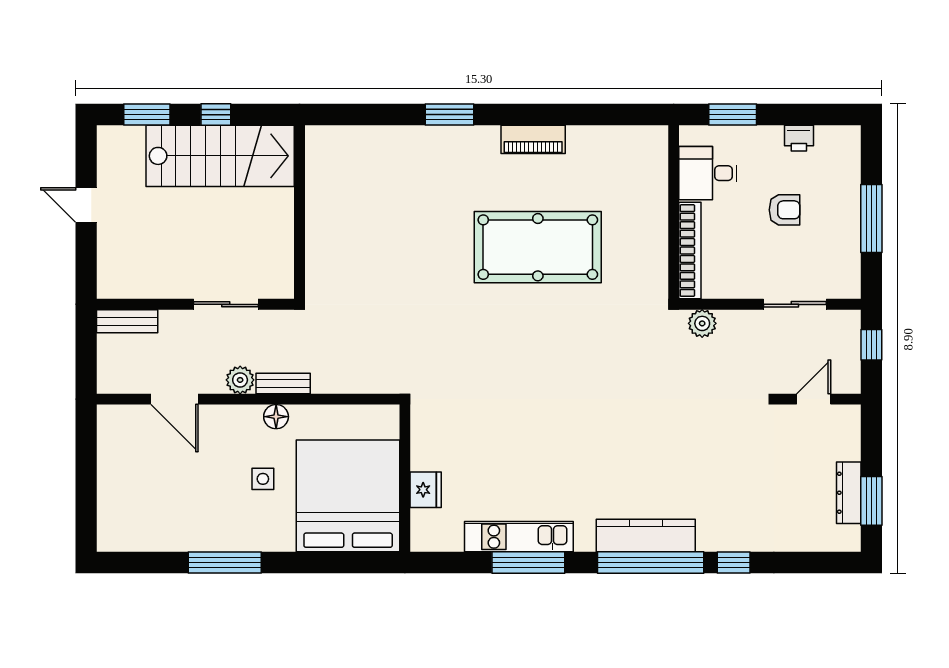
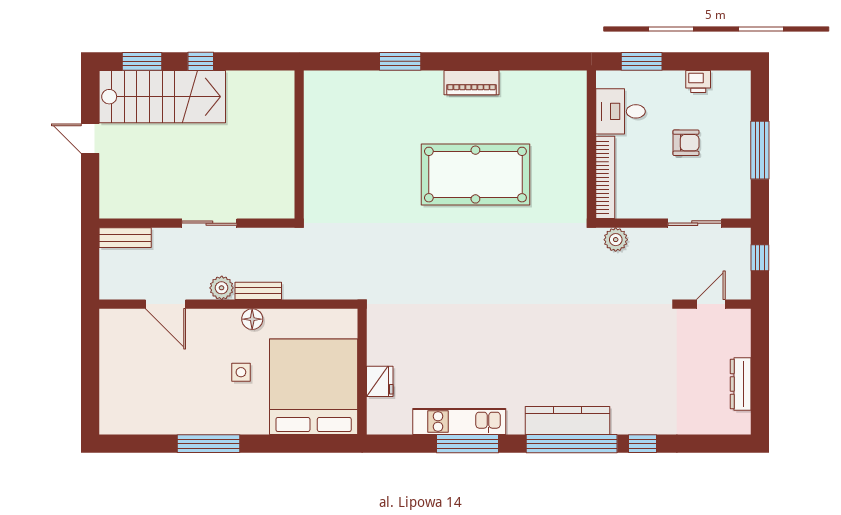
stairs: (220, 156) -> (162, 97), moved
wall: (300, 212) -> (299, 145), moved
window: (871, 501) -> (760, 391), removed

